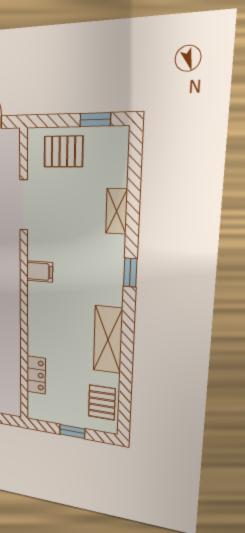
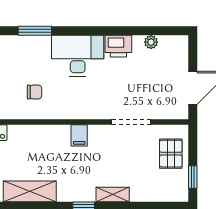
shelving: (117, 211) -> (113, 195), moved

